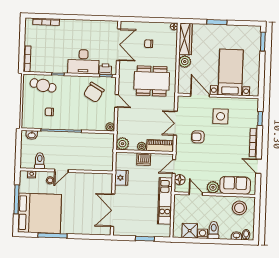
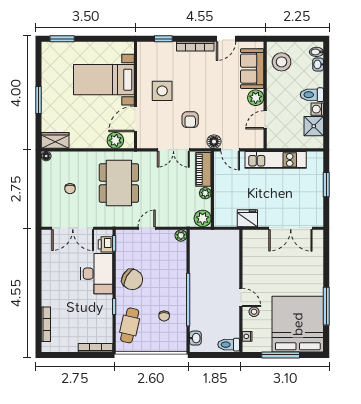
wardrobe: (185, 39) -> (55, 140), width x0.67
double door: (118, 45) -> (73, 228), swing flipped
plant: (185, 62) -> (115, 140), moved
chair: (94, 92) -> (132, 279), moved
dishwasher: (144, 159) -> (222, 190), removed
toilet: (40, 161) -> (229, 345), moved
floor lamp: (180, 180) -> (214, 142), moved

